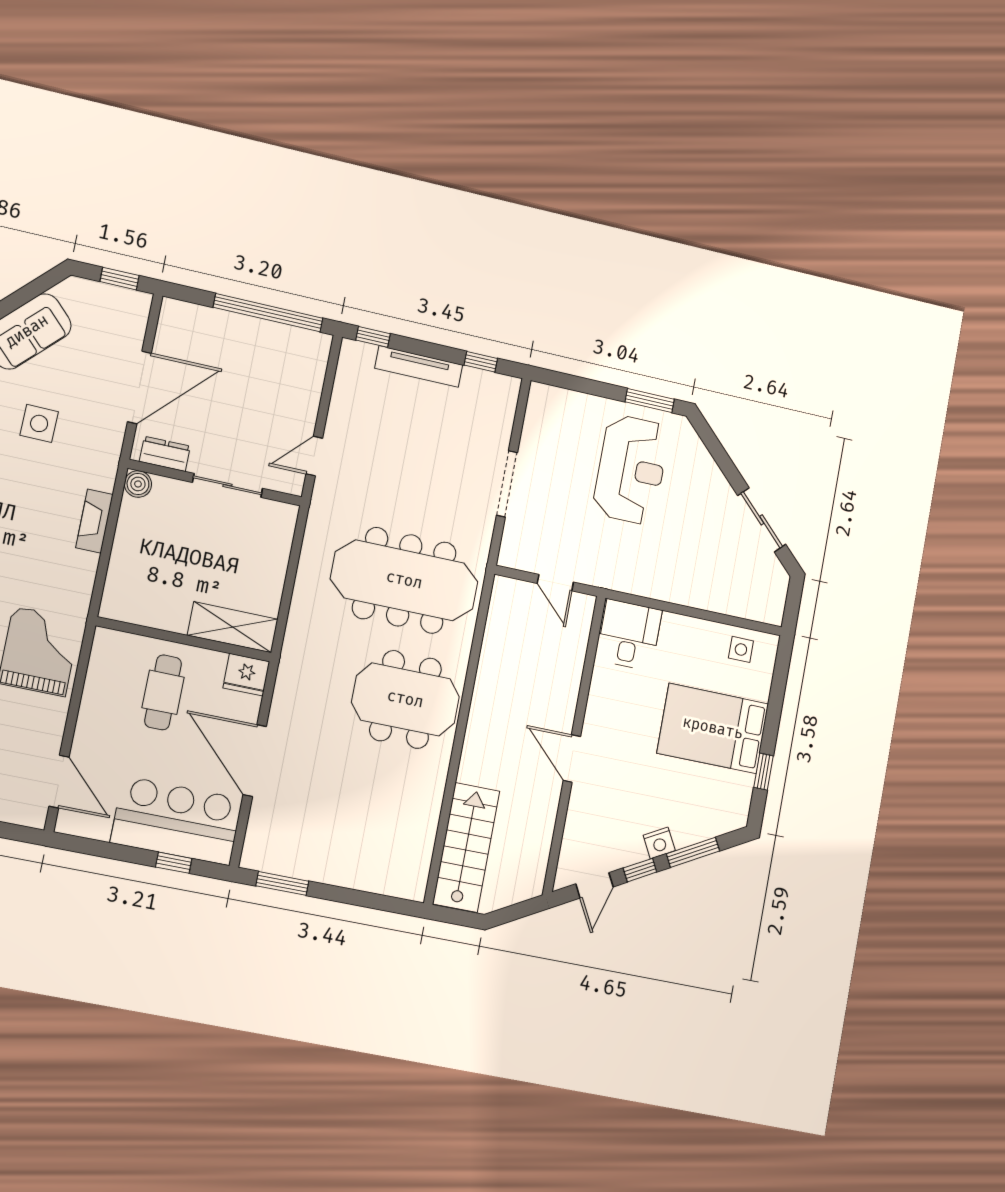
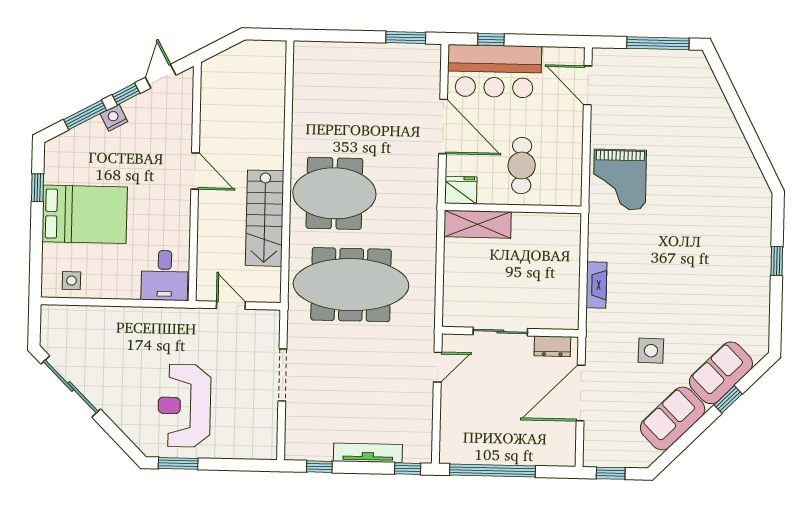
boiler: (138, 484) -> (569, 319), removed
sliding door: (762, 520) -> (71, 387), width x1.37
stairs: (466, 847) -> (265, 218), moved

